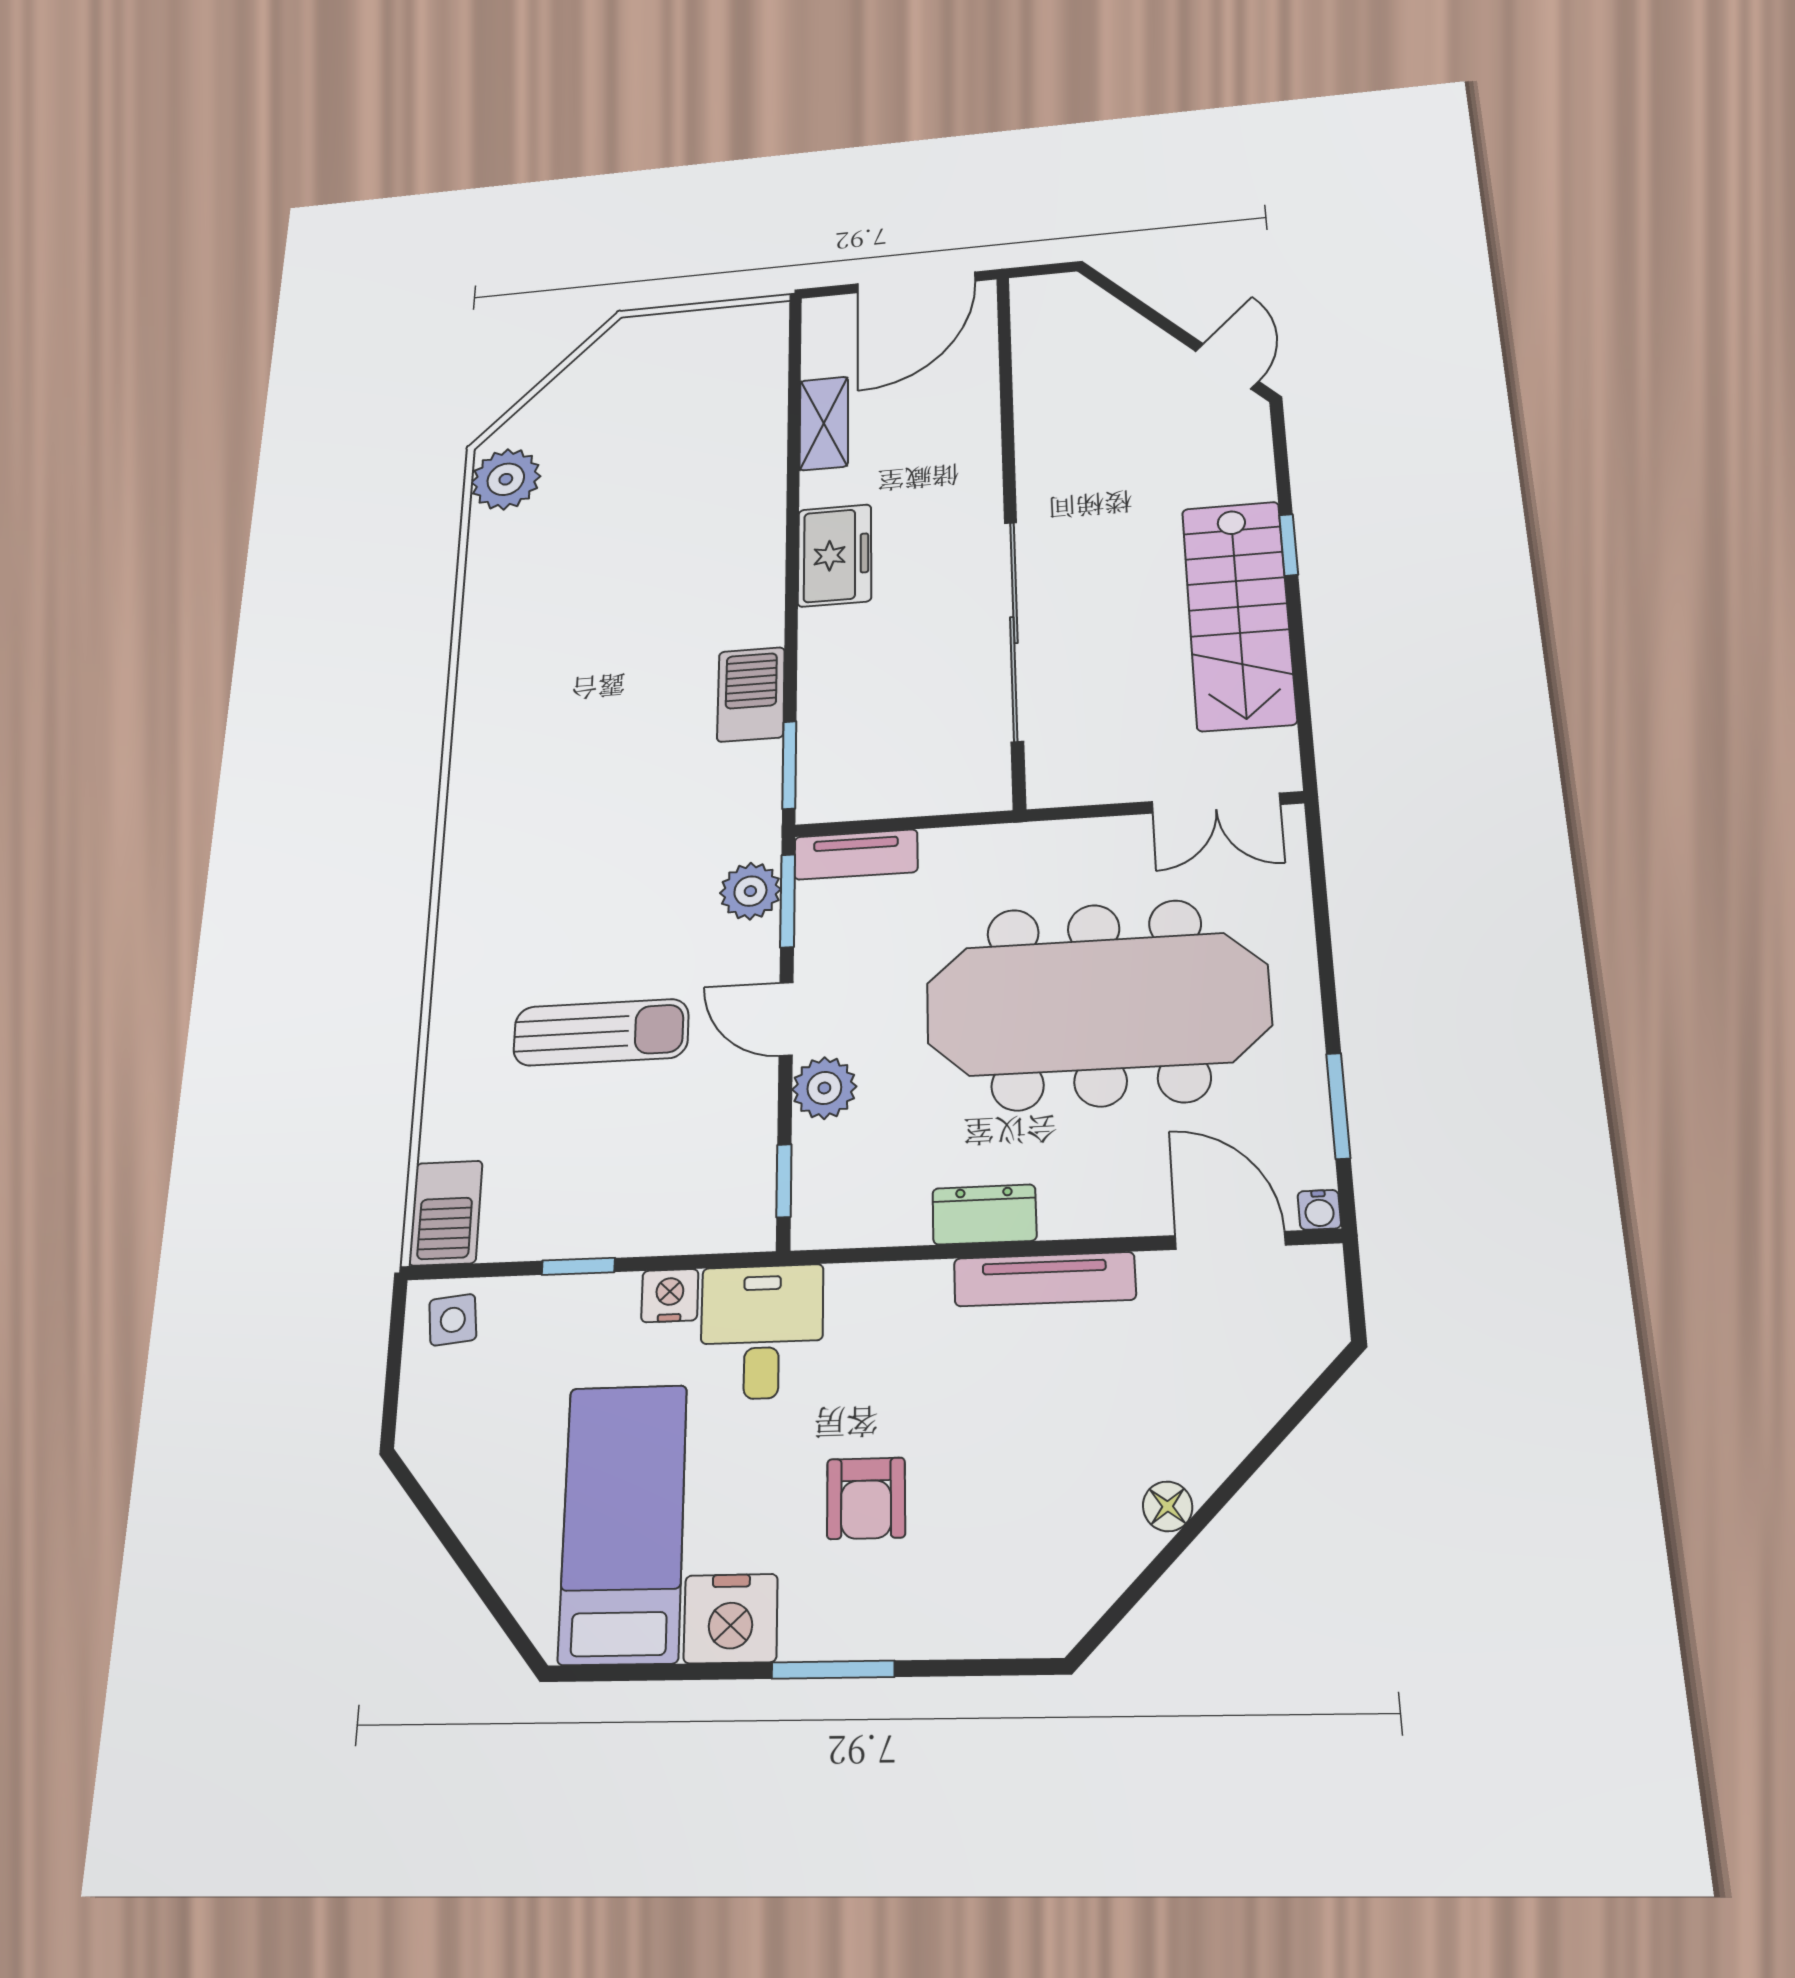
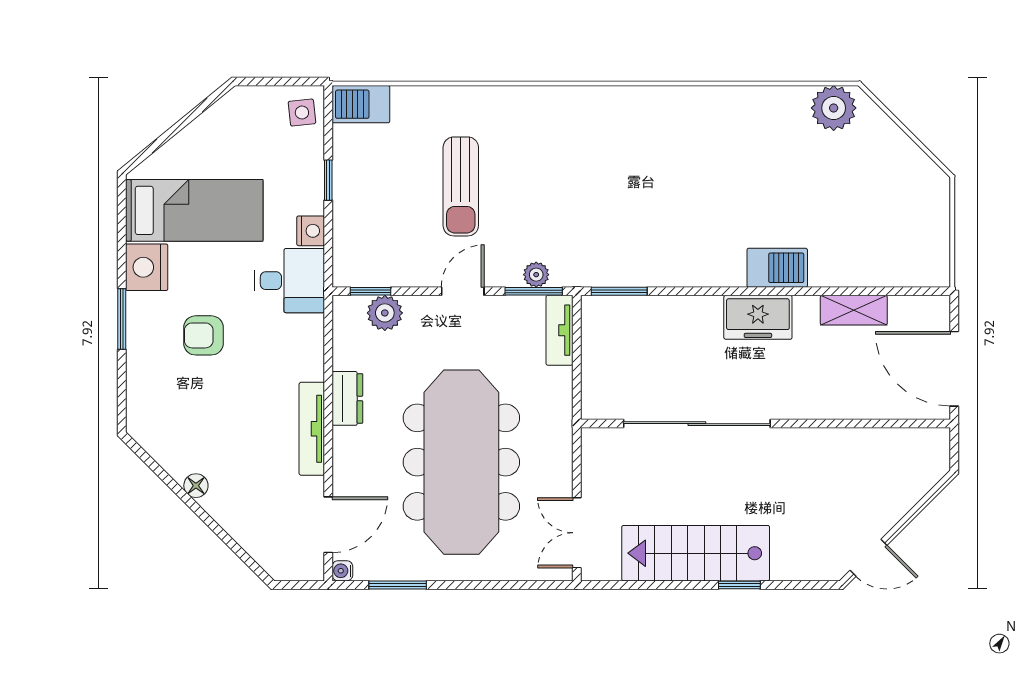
barbecue: (751, 694) -> (777, 268), moved
plant: (750, 891) -> (536, 275), width x0.73, depth x0.73
plant: (824, 1088) -> (385, 313), moved

